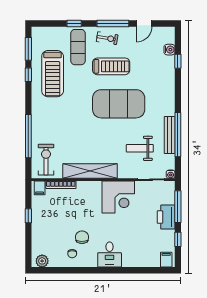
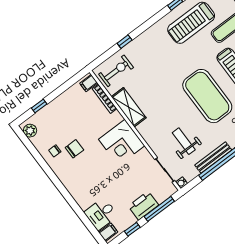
window: (28, 136) -> (125, 42), width x0.32
shelving: (90, 171) -> (129, 107), width x0.68
corner desk: (118, 197) -> (122, 142), moved
window: (28, 216) -> (39, 106), moved
desk: (110, 255) -> (101, 214), moved

